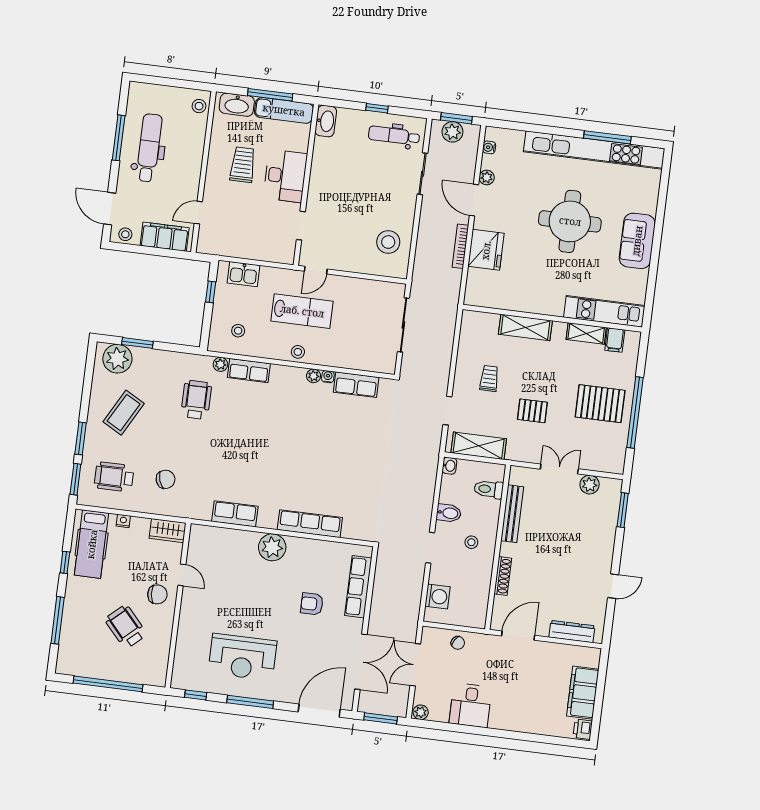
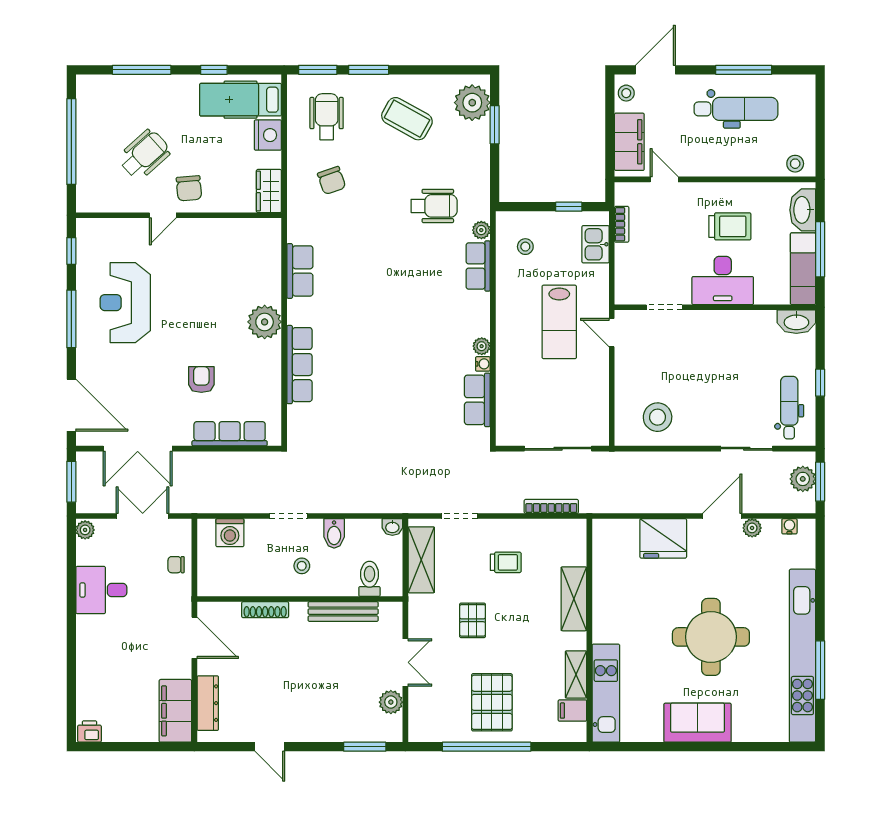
bookcase: (460, 246) -> (551, 506), moved
bookcase: (230, 251) -> (622, 224), added
stool: (298, 352) -> (509, 323), removed
nightstand: (123, 521) -> (268, 135), width x1.89, depth x1.79
door: (182, 575) -> (163, 215), moved
chair: (458, 643) -> (176, 565), turned 58
filing cabinet: (583, 693) -> (175, 711), moved, turned -90

